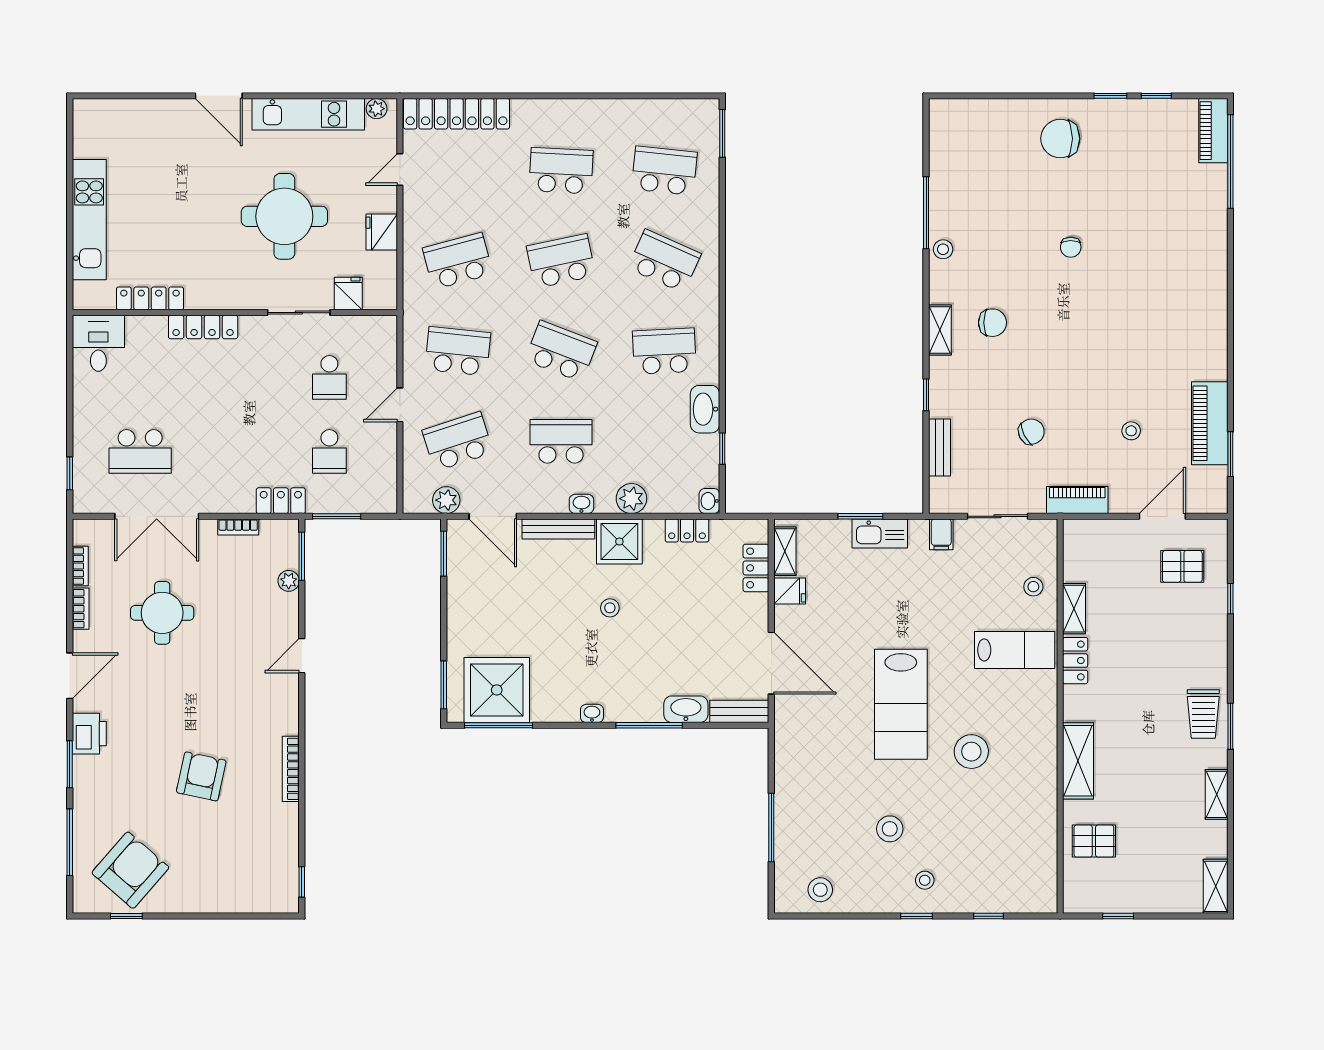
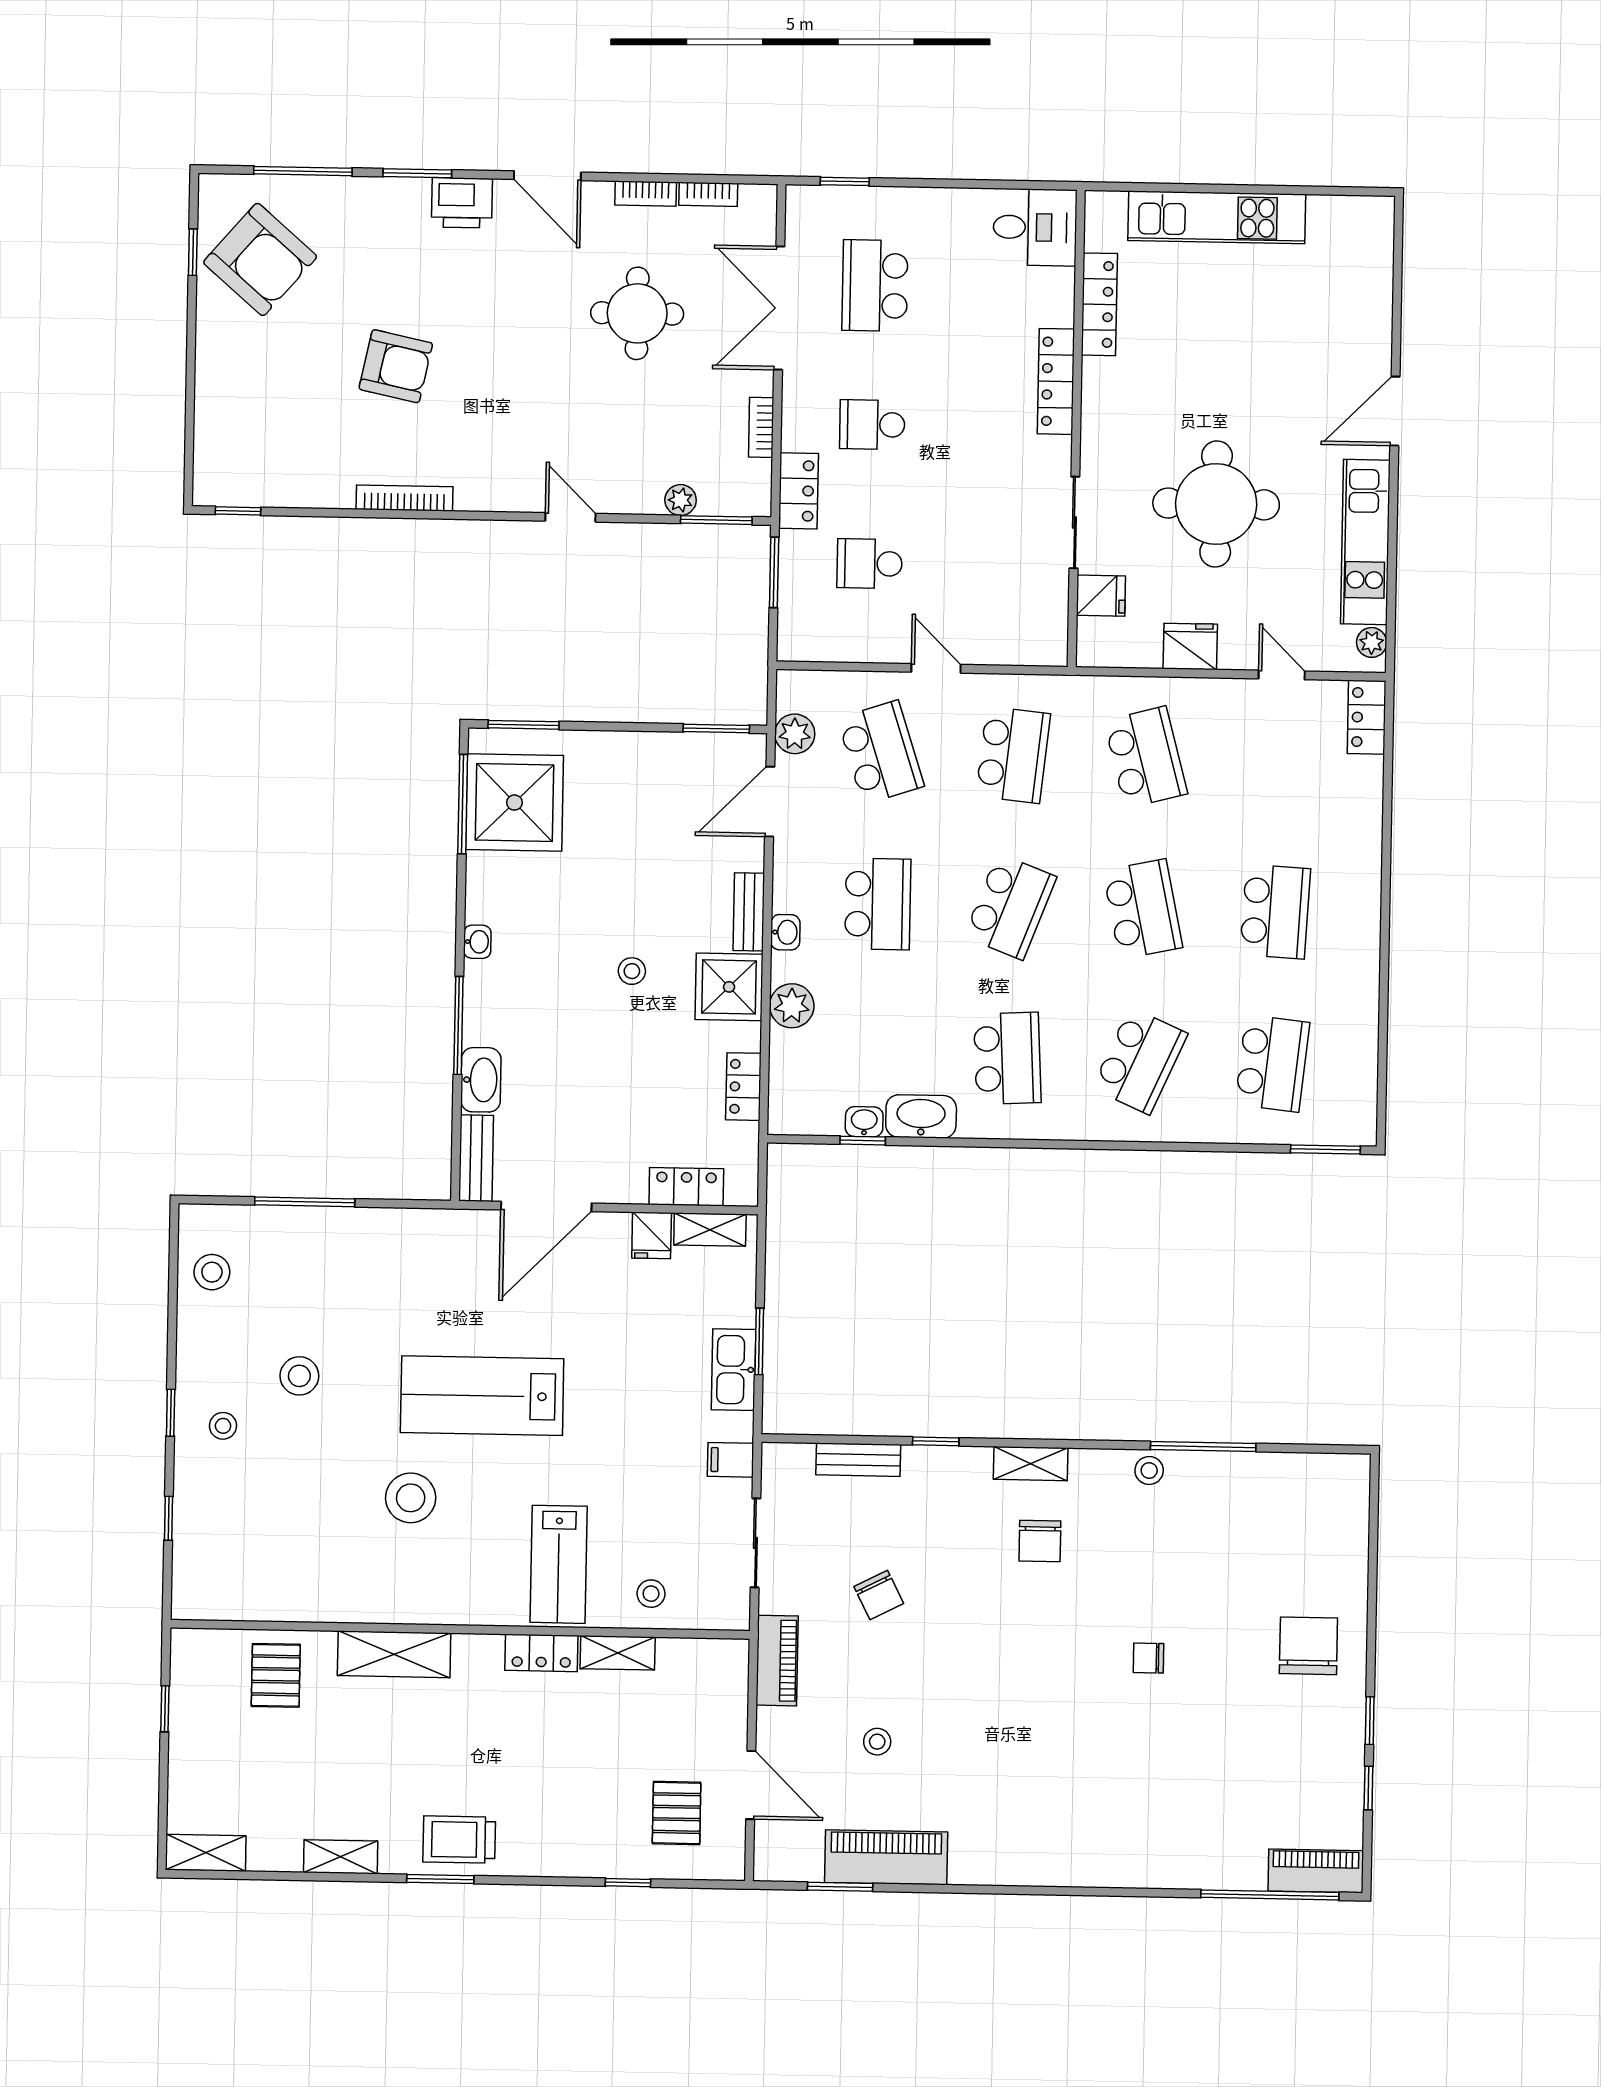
locker: (457, 114) -> (1367, 717), width x0.46, depth x0.83
school desk: (329, 377) -> (872, 425), moved
washbasin: (709, 501) -> (864, 1122), moved
bench: (558, 529) -> (749, 912), width x0.73

